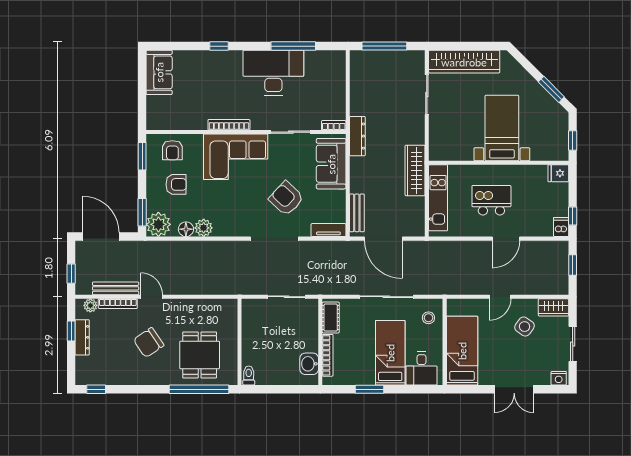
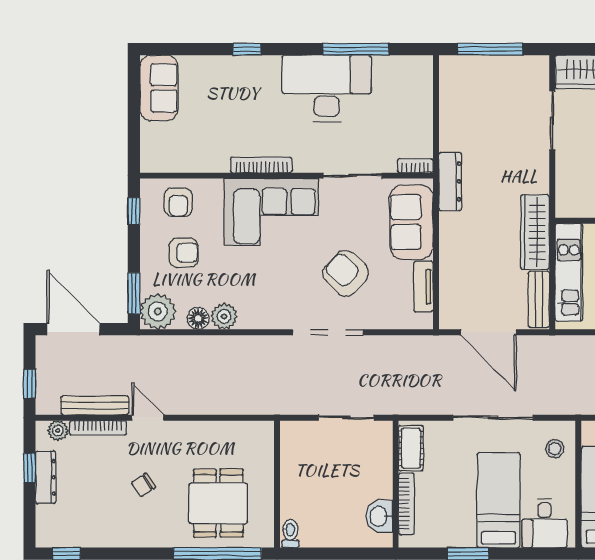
window: (142, 156) -> (134, 211), width x0.67
bench: (357, 213) -> (539, 299), moved
tv unit: (328, 230) -> (423, 287), moved, turned -90
chair: (149, 343) -> (143, 485), width x0.54, depth x0.54

